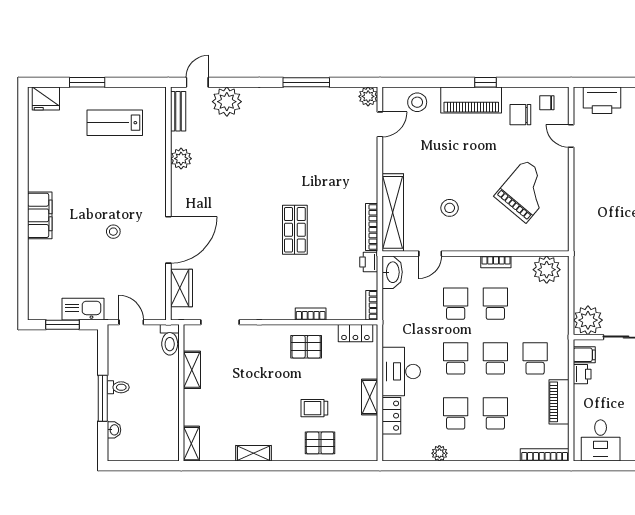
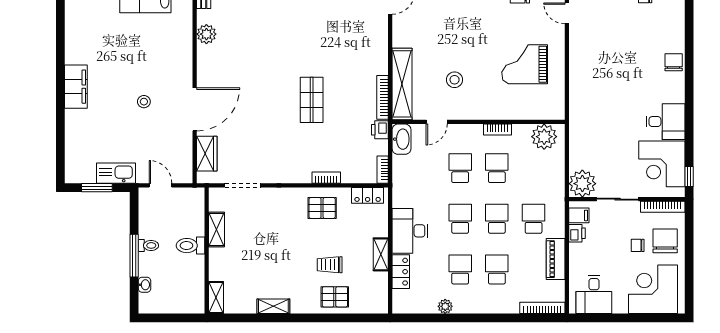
grand piano: (525, 191) -> (525, 64), turned -130
toilet: (170, 340) -> (190, 246), moved, turned 90

